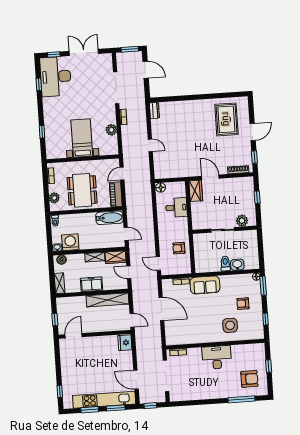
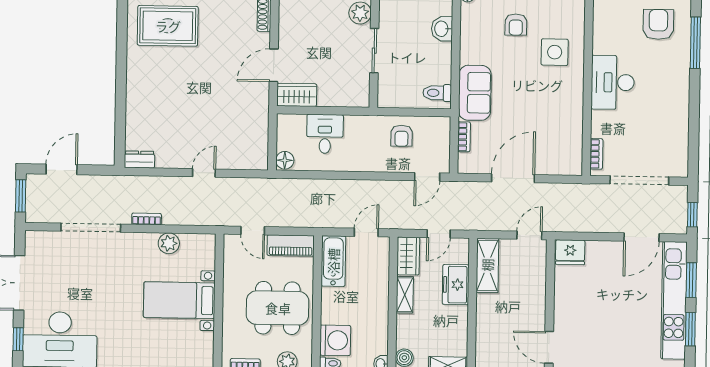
washing machine: (70, 242) -> (335, 340), moved, turned 180
toilet: (225, 263) -> (437, 93), moved
freezer: (92, 284) -> (456, 285), moved
shelving: (107, 300) -> (487, 265), width x0.68

